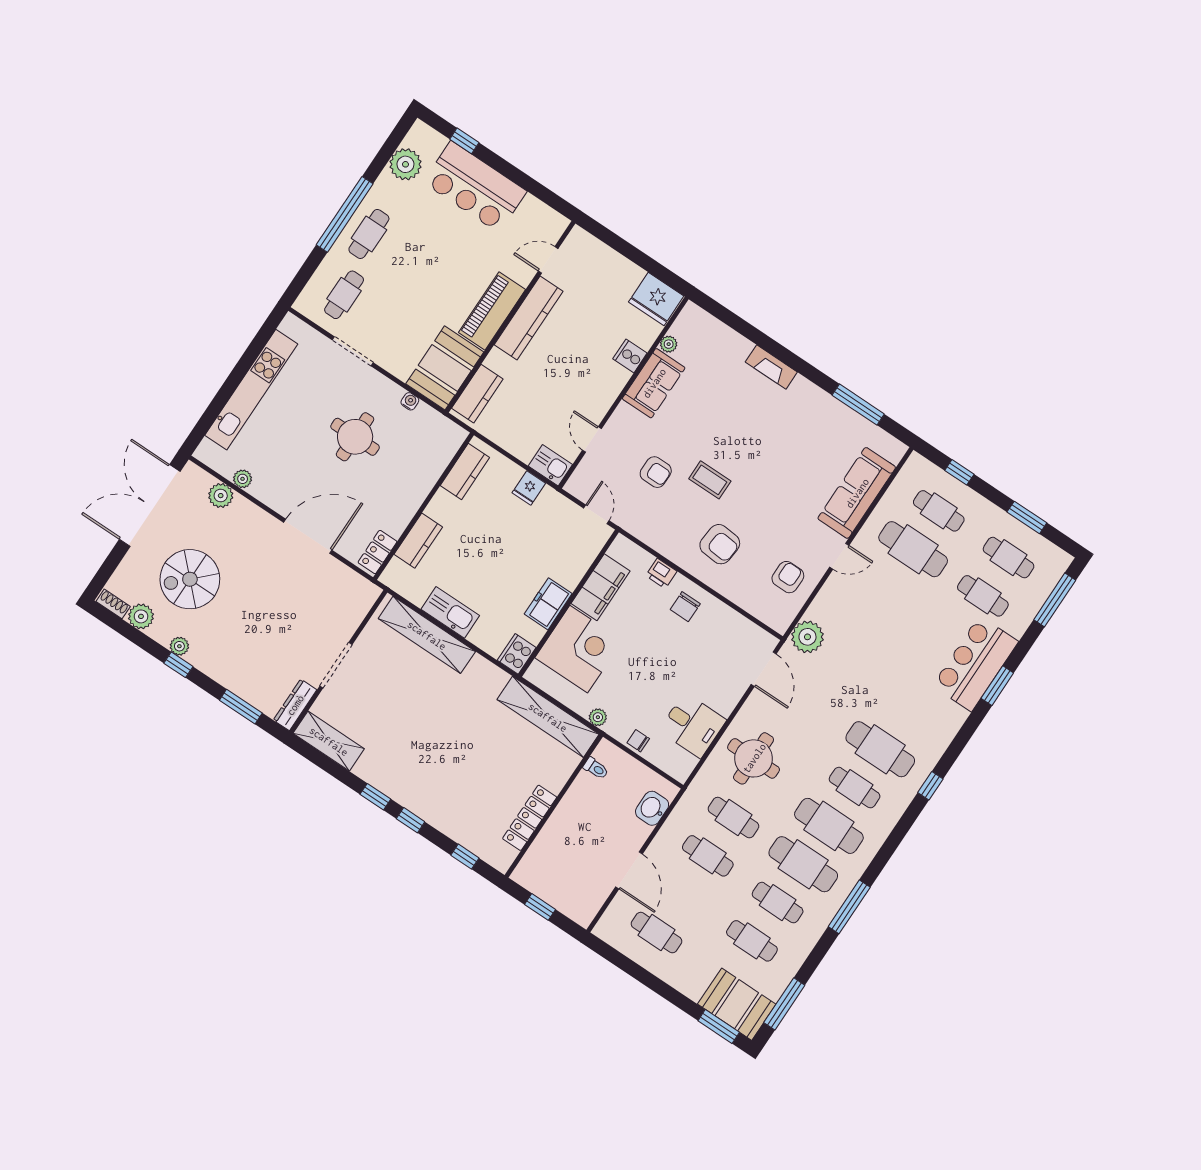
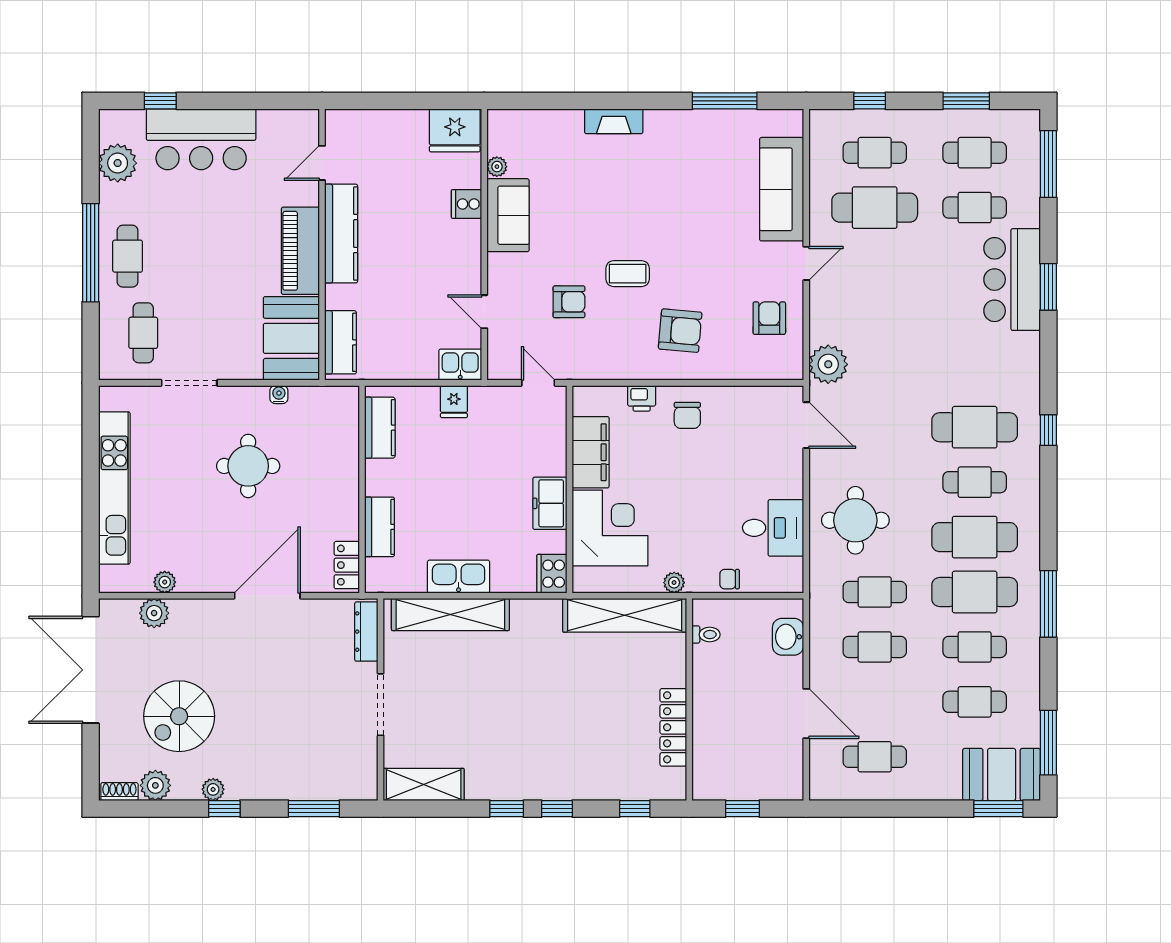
dresser: (295, 705) -> (366, 632), moved

